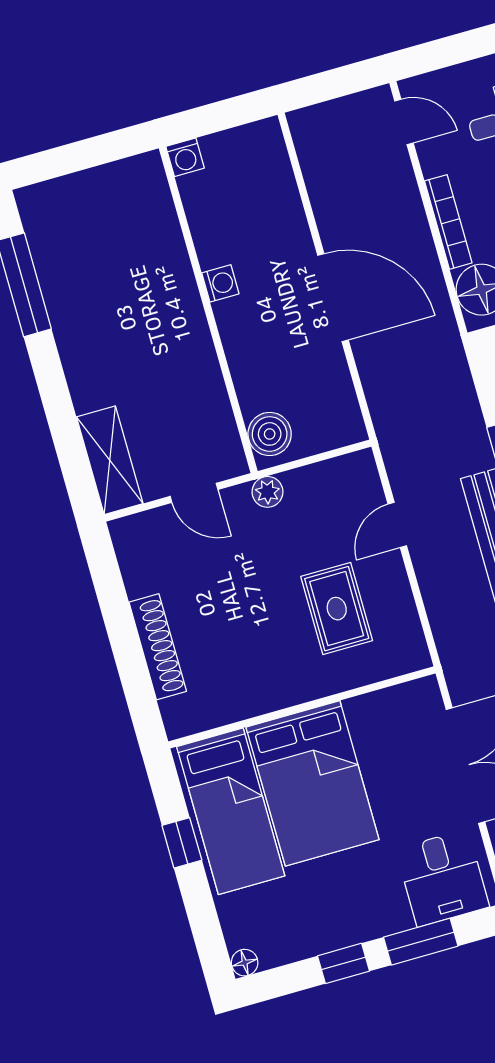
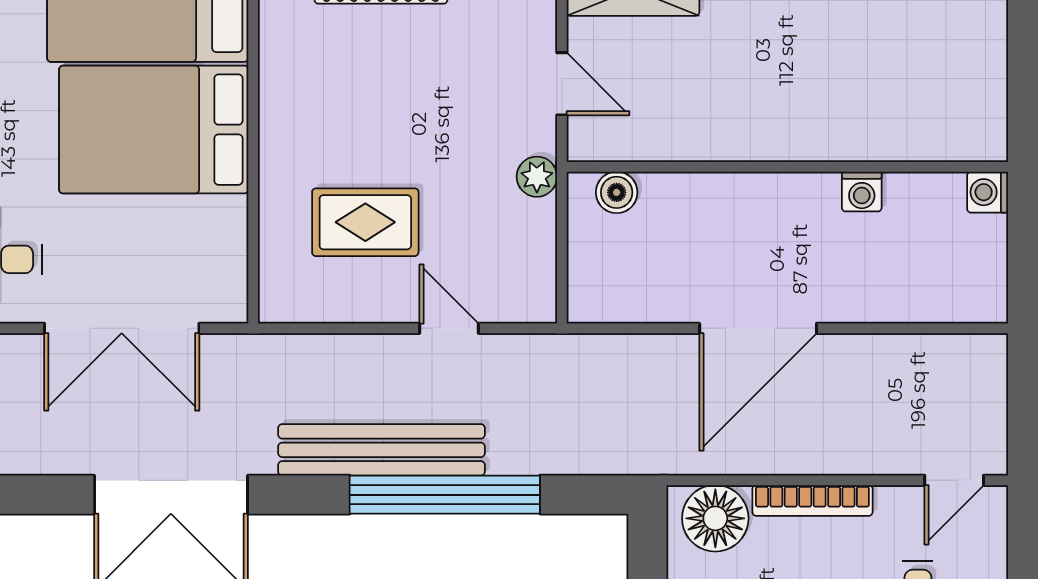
washing machine: (220, 283) -> (862, 192), moved
boiler: (270, 434) -> (617, 192), width x0.73, depth x0.73
door: (194, 493) -> (562, 84), swing flipped

